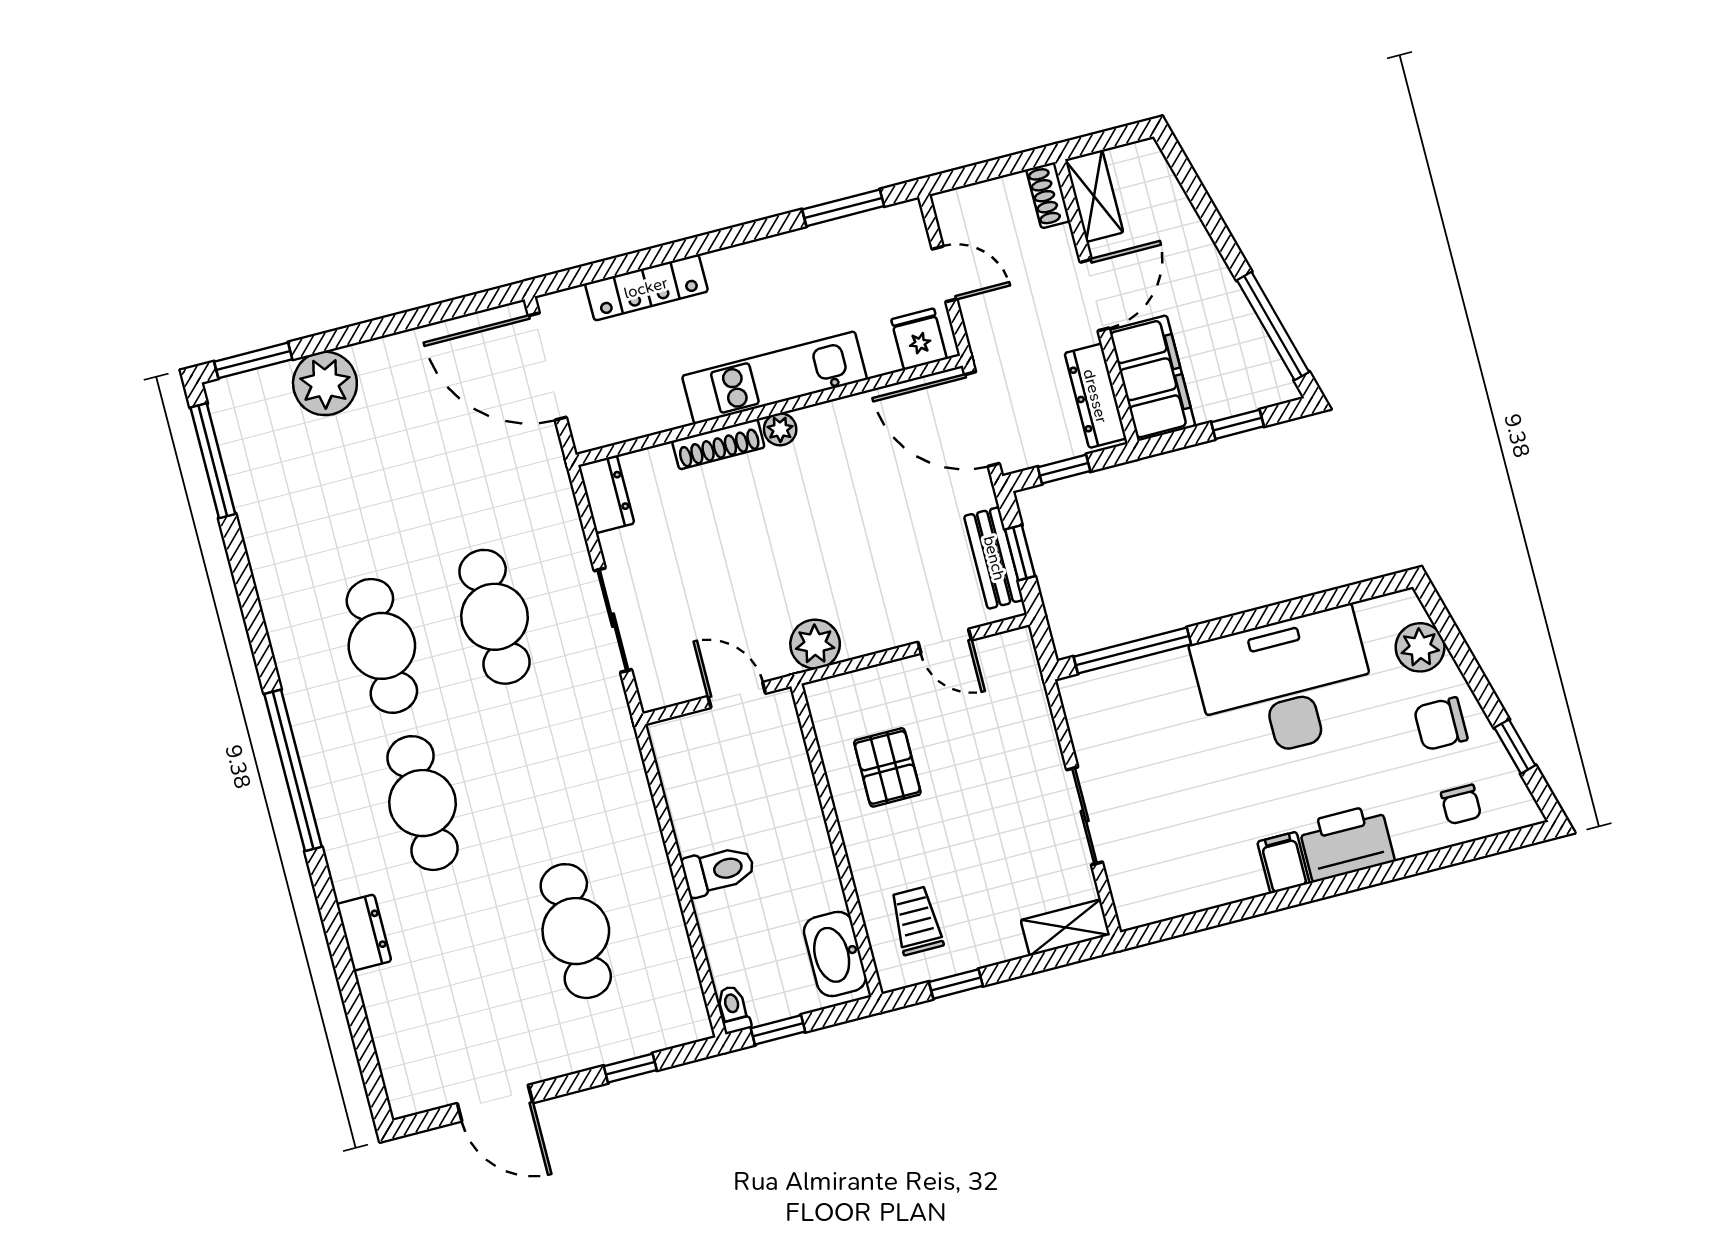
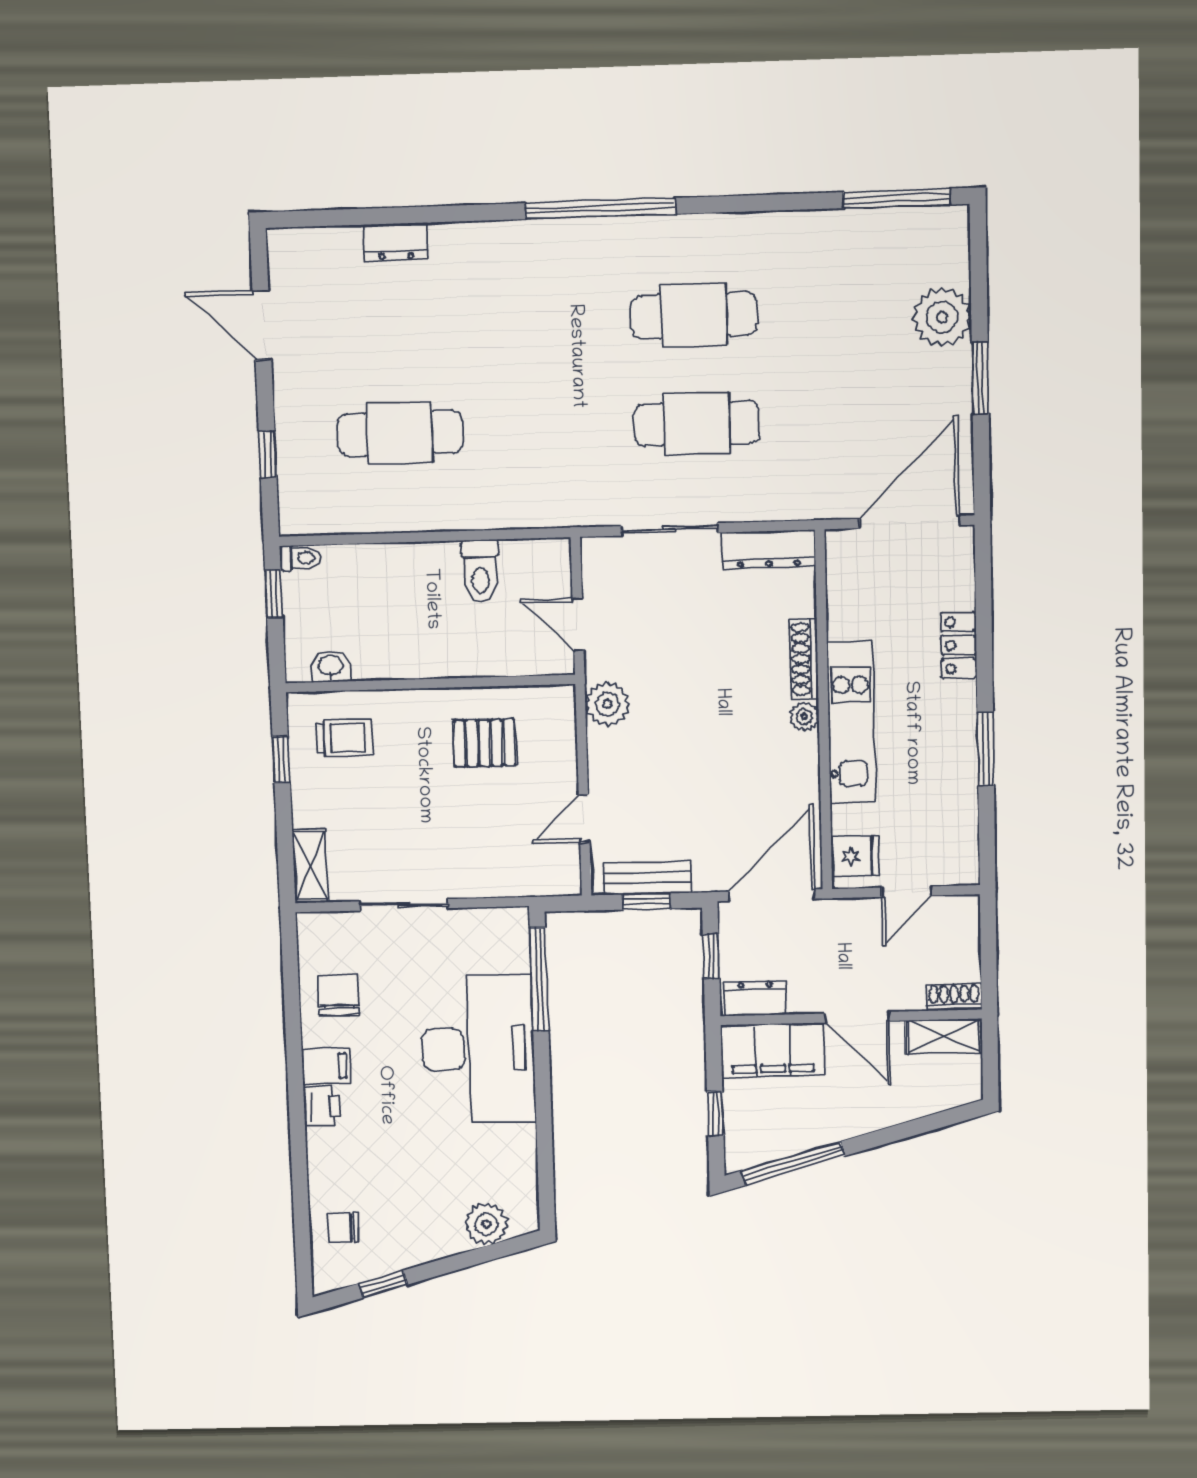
window: (843, 208) -> (986, 749), moved
locker: (646, 288) -> (959, 645), width x0.66
window: (253, 360) -> (980, 378), moved
dresser: (1095, 396) -> (755, 998), width x0.70
dresser: (606, 494) -> (769, 549), width x1.44
desk: (1285, 685) -> (478, 1049), moved
door: (737, 695) -> (578, 625), swing flipped
chair: (1441, 724) -> (339, 995), moved
cafe table: (422, 803) -> (545, 320), removed
printer: (1347, 843) -> (322, 1107), width x0.53, depth x0.68
toilet: (719, 871) -> (480, 571), moved
dresser: (364, 933) -> (396, 242), moved
washbasin: (835, 954) -> (330, 666), width x0.52, depth x0.69
door: (495, 1103) -> (262, 325), hinge flipped

